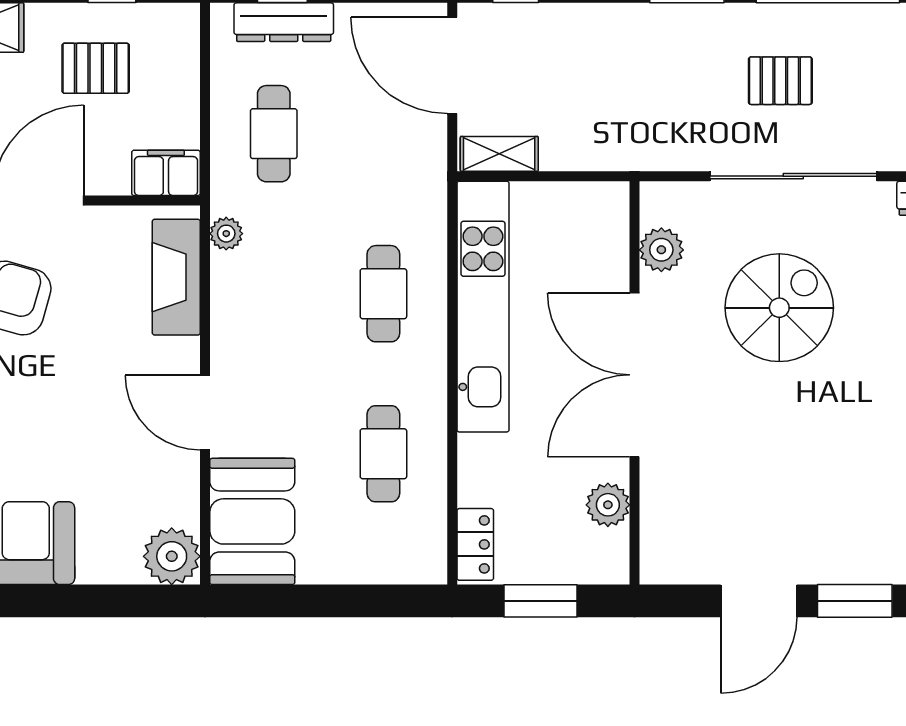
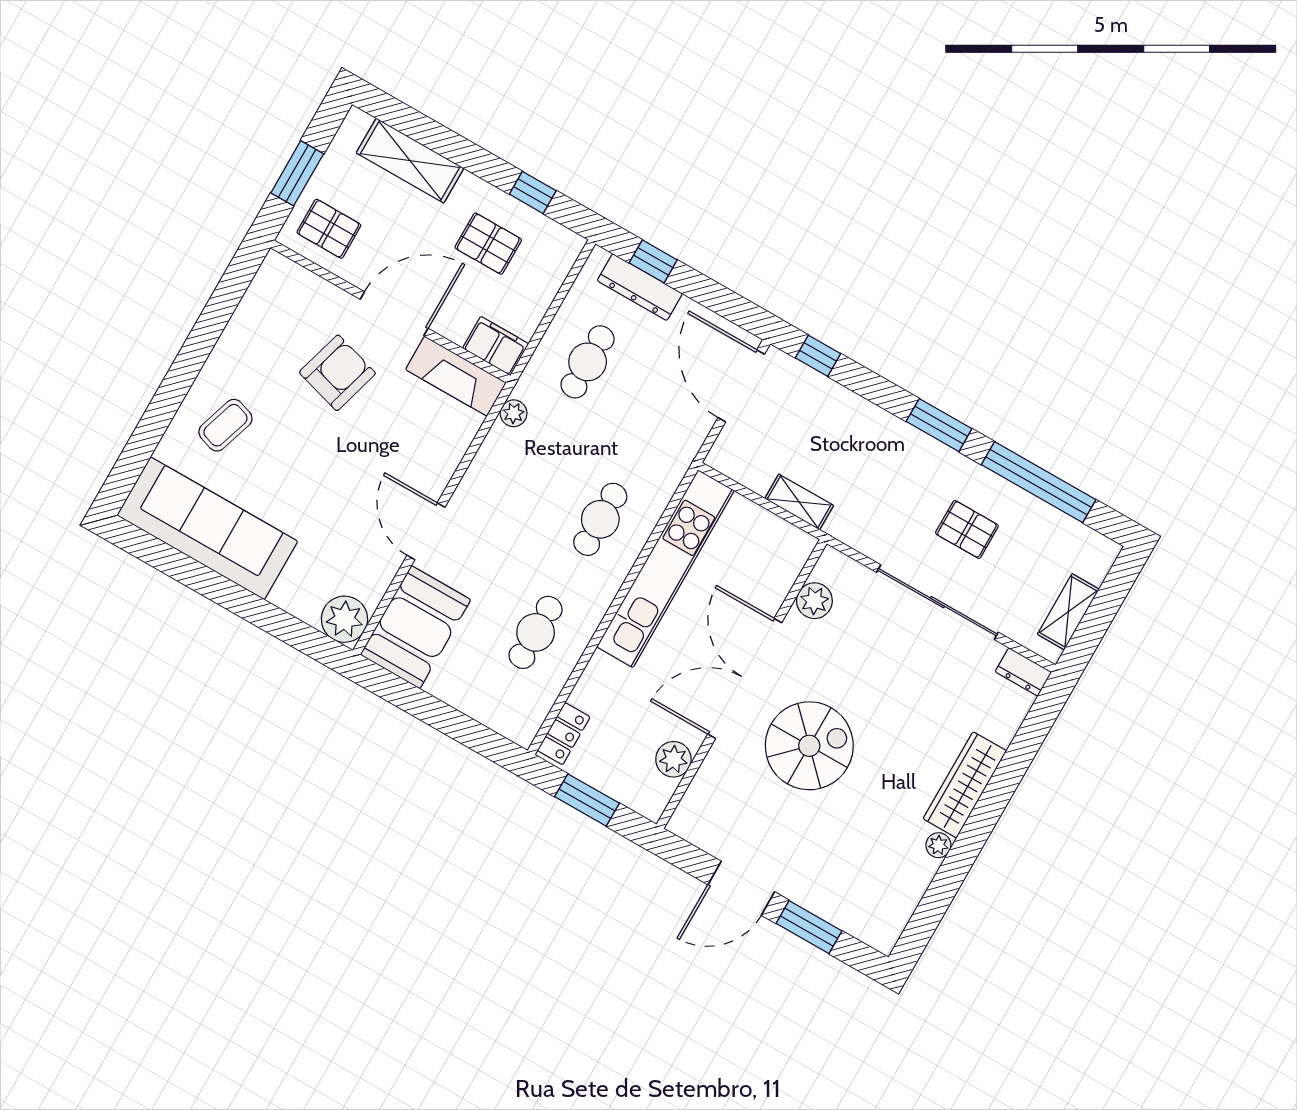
shelving: (499, 154) -> (799, 502), moved
fireplace: (176, 277) -> (456, 376), moved, turned -90
spiral stairs: (779, 308) -> (809, 746), moved

